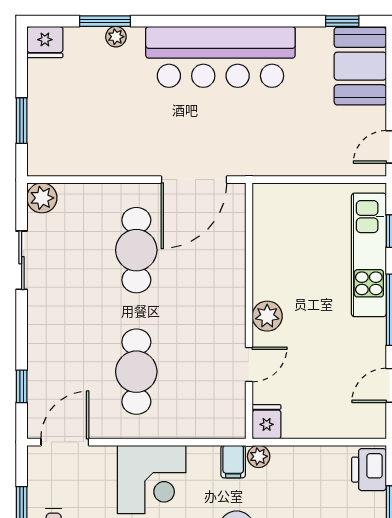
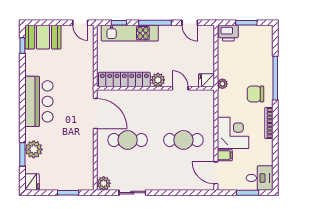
plant: (116, 37) -> (34, 149), width x1.88, depth x1.88
bar counter: (220, 57) -> (39, 101), width x0.73
locker: (268, 243) -> (124, 79), added
window: (22, 386) -> (190, 193), removed
filing cabinet: (233, 462) -> (225, 155), moved

